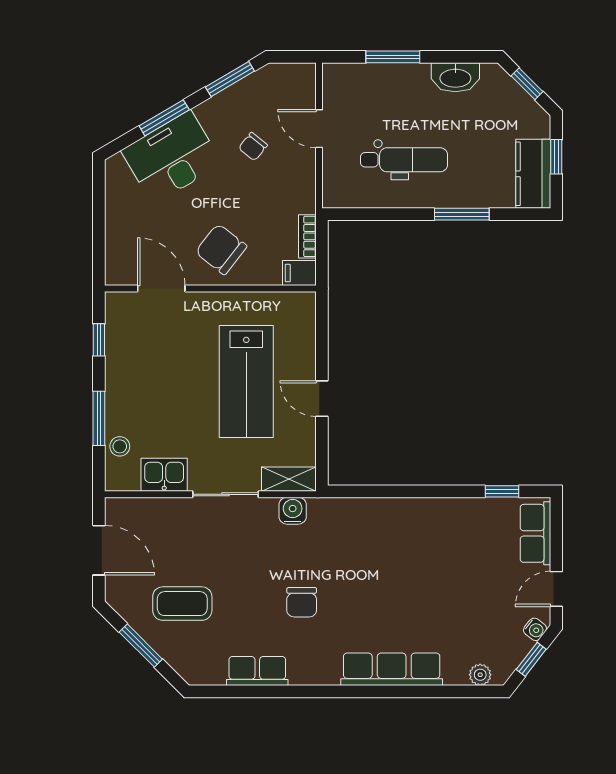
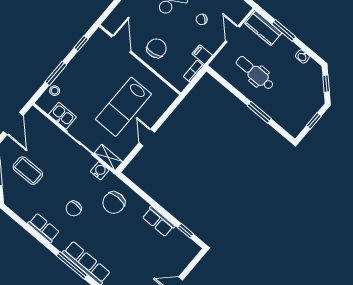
washbasin: (455, 77) -> (302, 56), width x0.52, depth x0.69
dental chair: (404, 160) -> (255, 73), turned 180
kitchen counter: (533, 174) -> (263, 28), moved, turned -90
chair: (221, 249) -> (157, 48), turned 41
filing cabinet: (299, 273) -> (202, 55), moved
row of seats: (535, 533) -> (159, 221), moved, turned -90
chair: (356, 541) -> (114, 203), added
row of seats: (257, 671) -> (44, 228), moved
window: (373, 691) -> (72, 265), added

